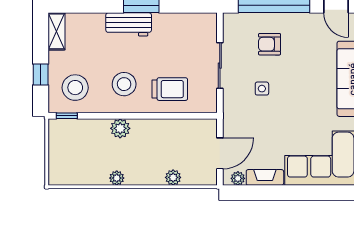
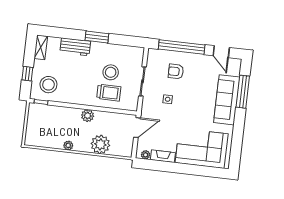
workbench: (129, 24) -> (75, 47), moved
stool: (124, 84) -> (111, 72), moved
plant: (120, 128) -> (88, 116), moved
door: (220, 153) -> (137, 128), moved
plant: (173, 177) -> (100, 144), width x1.88, depth x1.88

